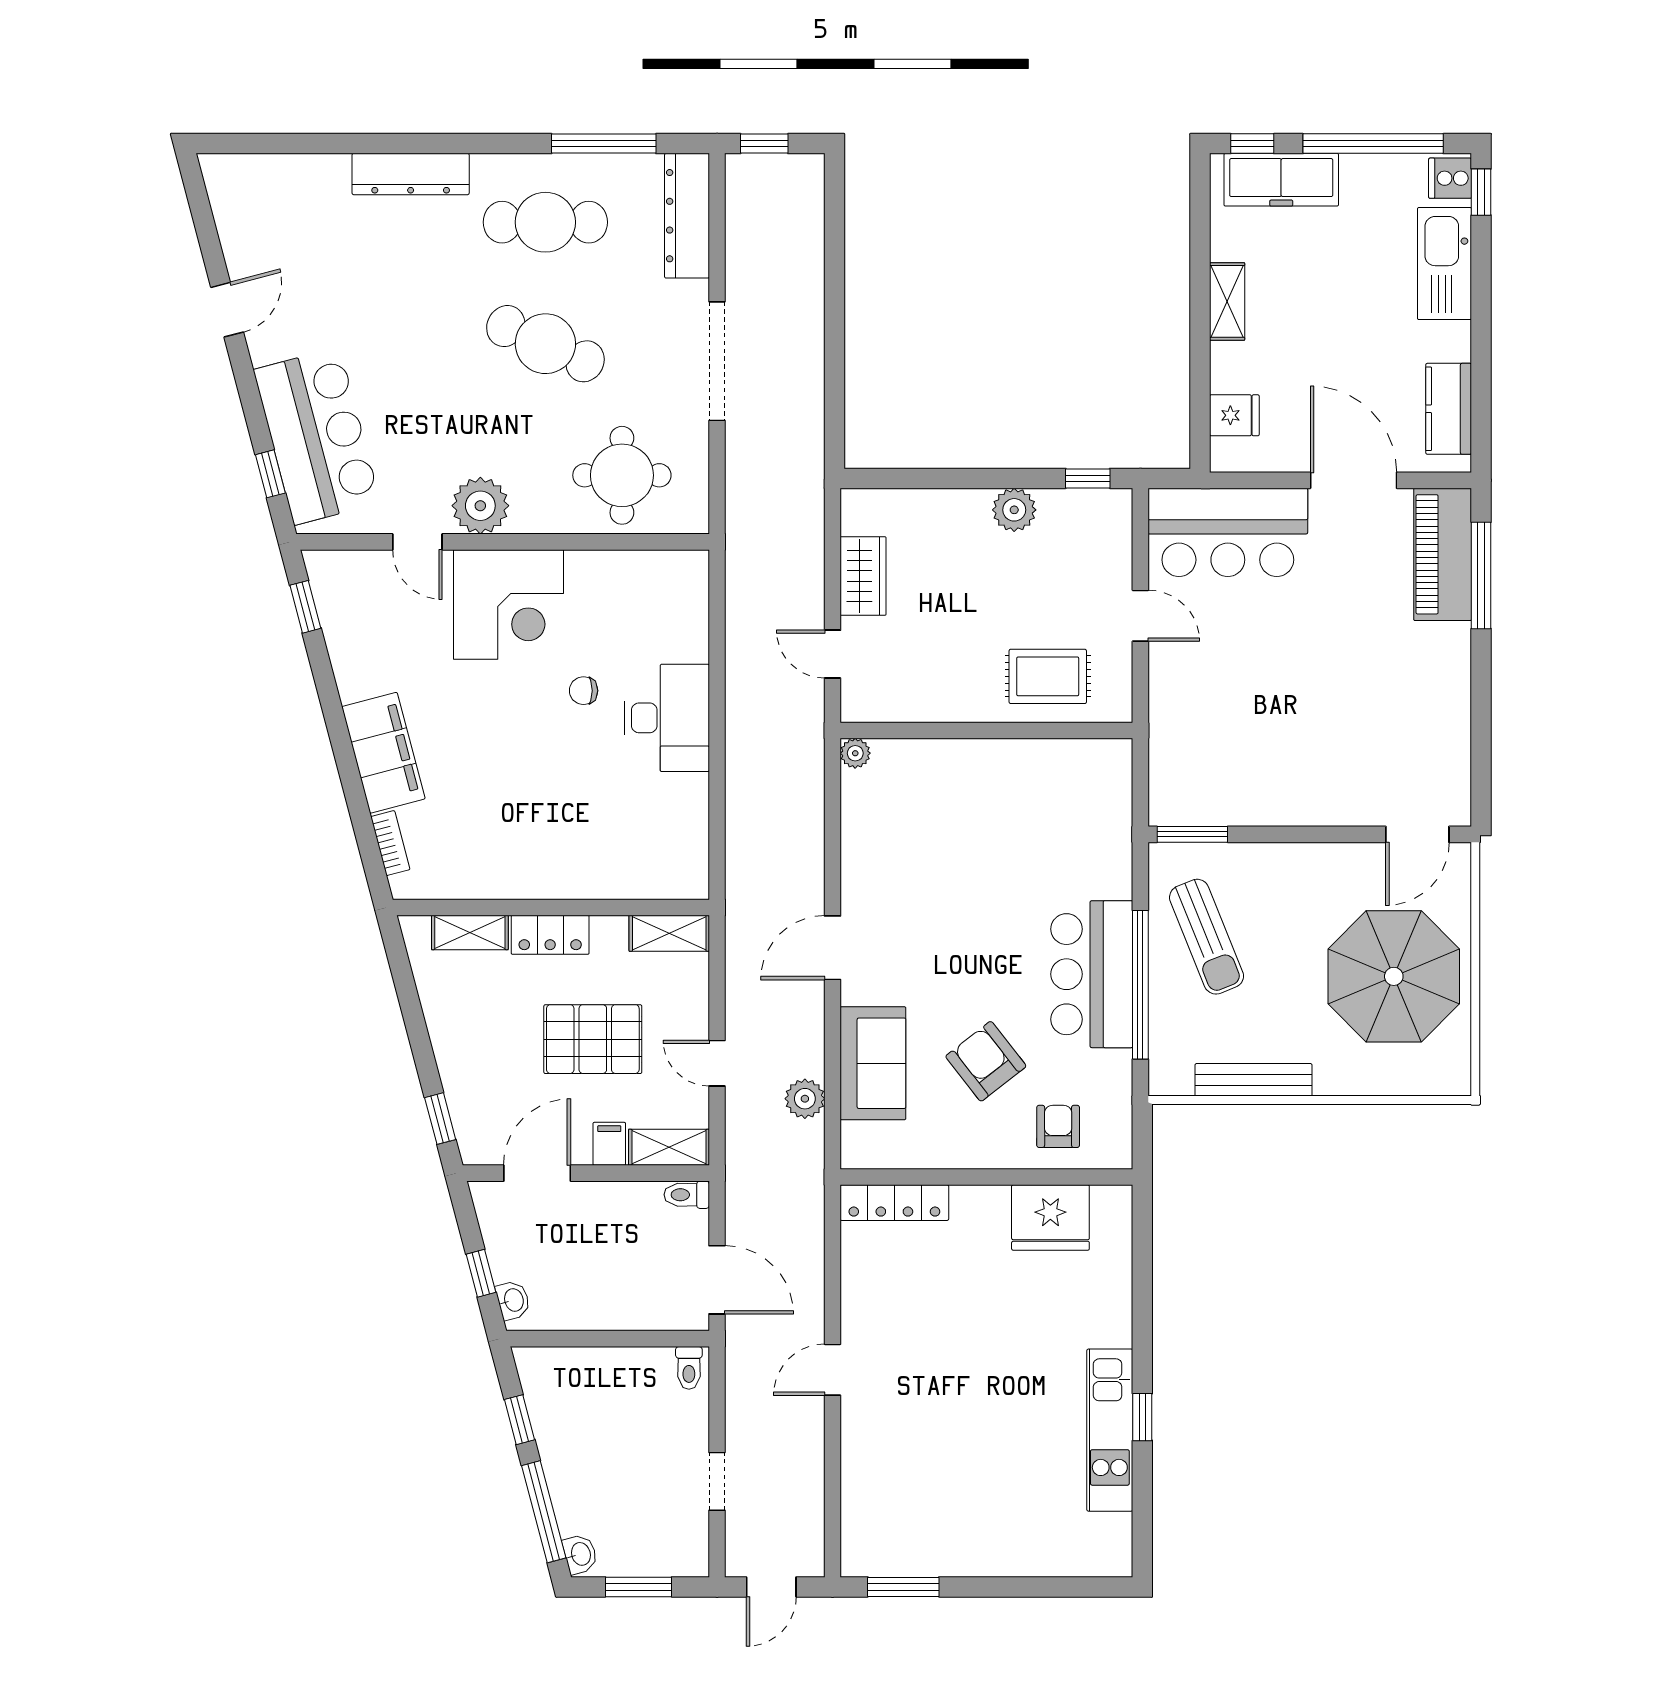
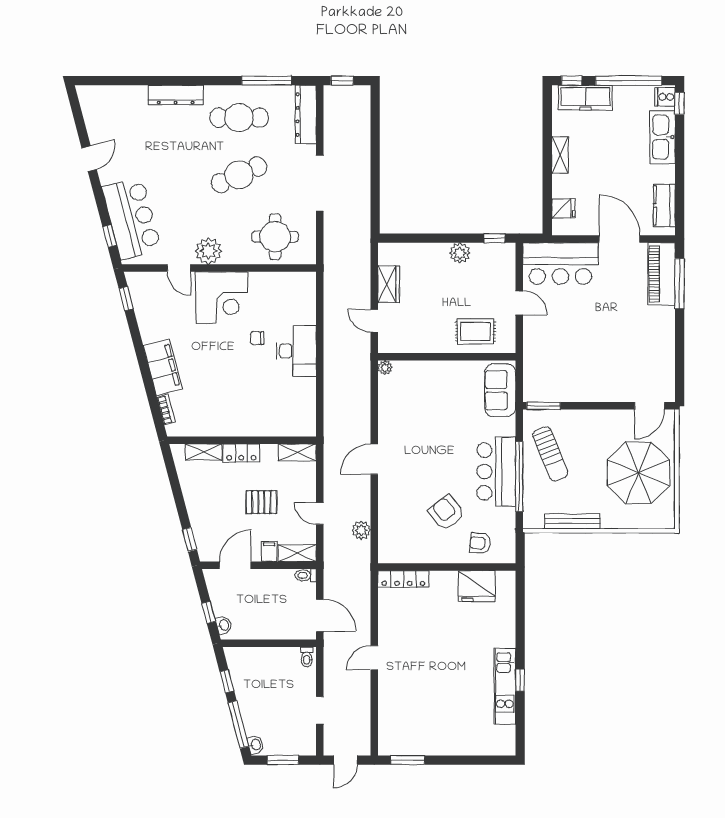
cafe table: (545, 344) -> (239, 175), turned -48
pallet: (593, 1039) -> (261, 502), width x0.67, depth x0.71
sofa: (873, 1063) -> (500, 390), moved, turned 180
armchair: (1058, 1126) -> (480, 543), turned -84

